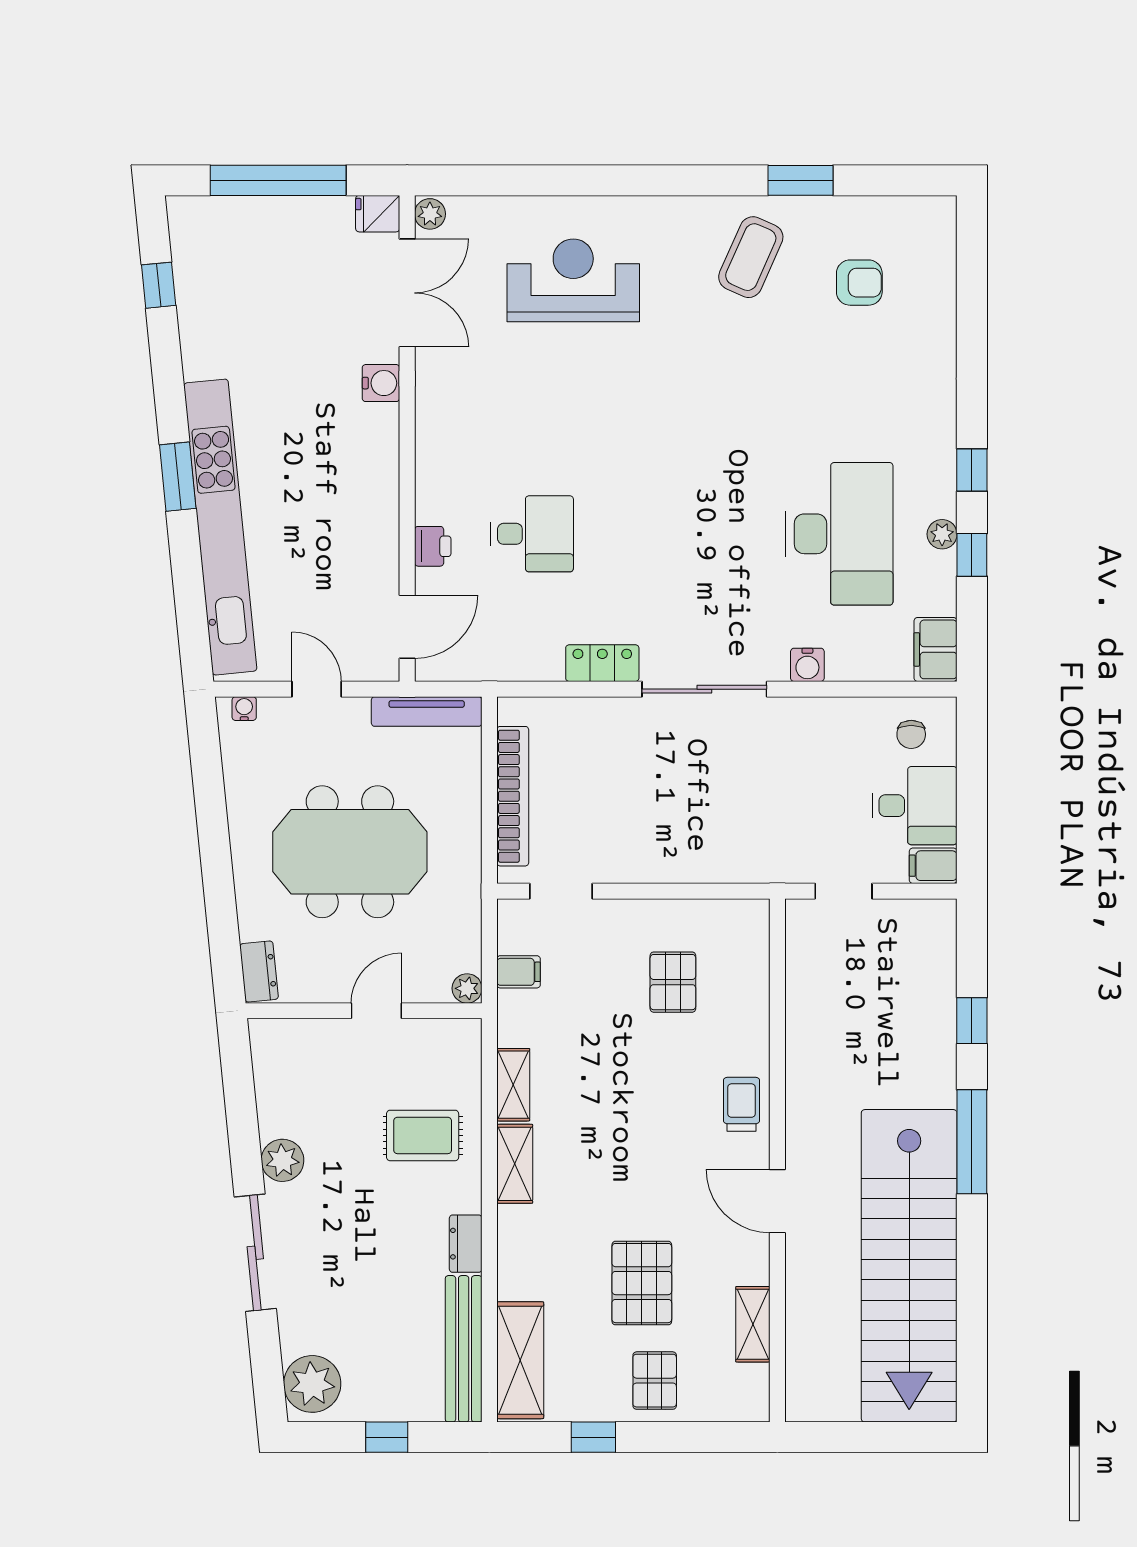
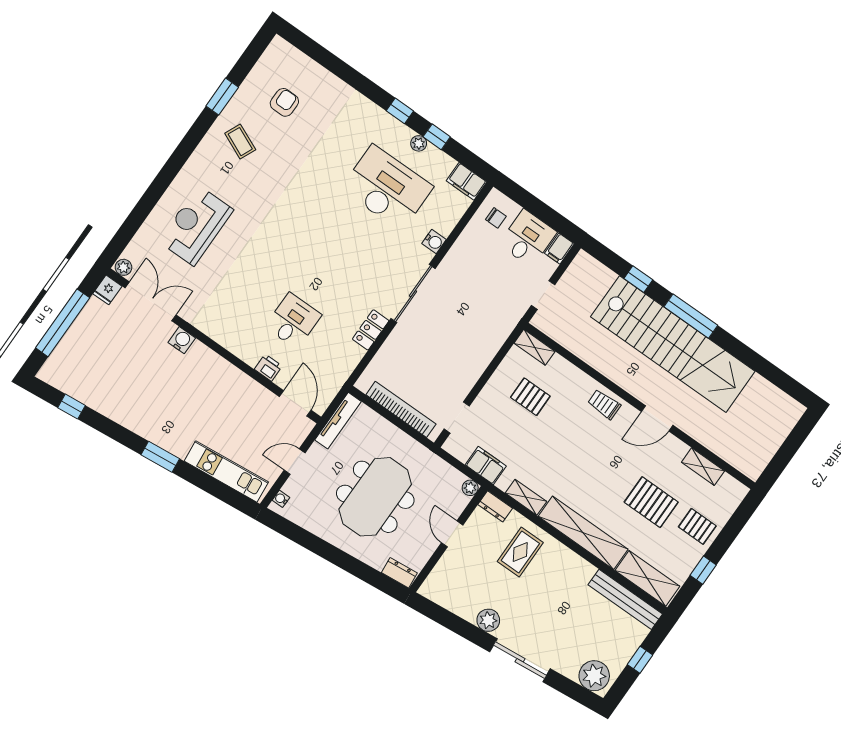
coffee table: (751, 257) -> (240, 142), width x0.73, depth x0.77
kitchen unit: (220, 527) -> (226, 471), width x0.54
shelving: (754, 935) -> (534, 347), added
filing cabinet: (519, 972) -> (486, 465), width x2.00
shelving: (515, 1164) -> (583, 533), width x2.20, depth x1.33
dresser: (466, 1244) -> (495, 506), moved
stairs: (909, 1266) -> (673, 344), moved

